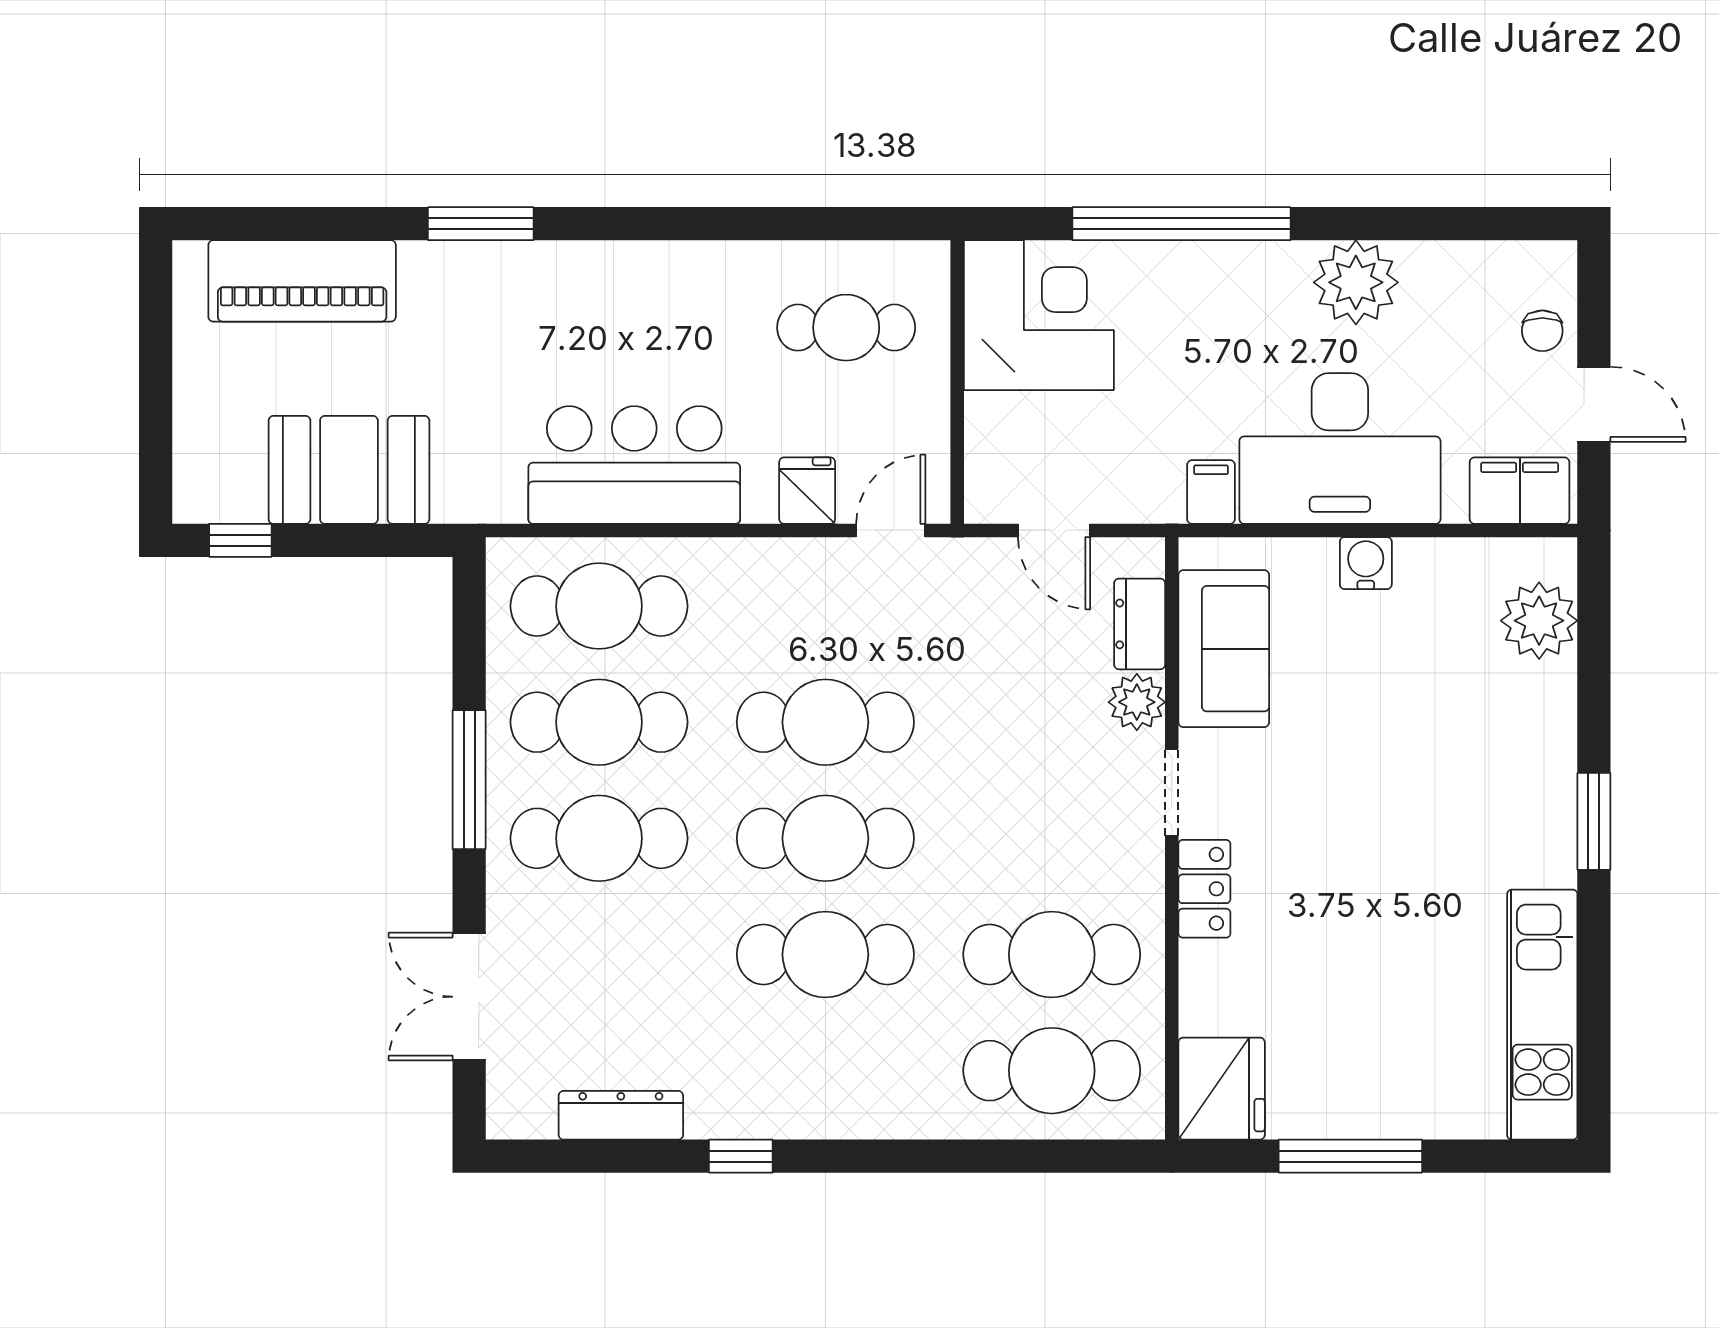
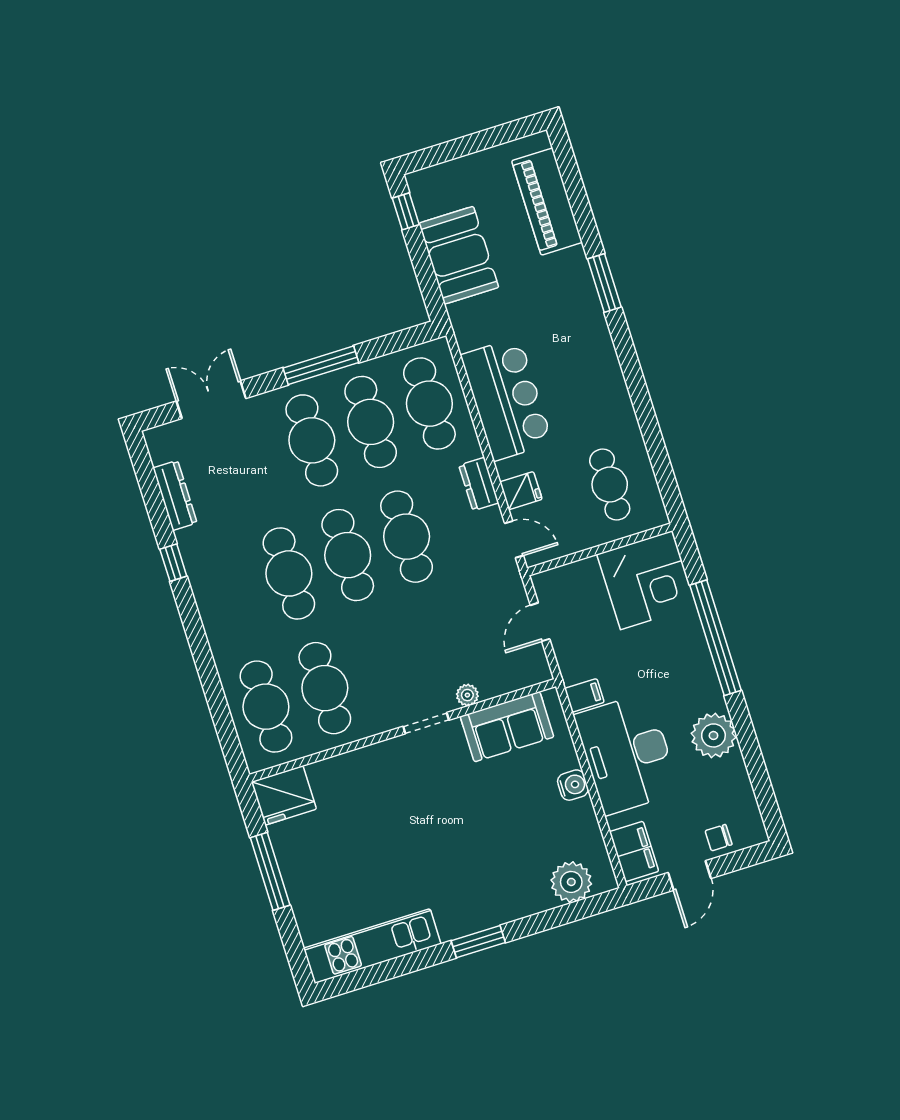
dresser: (1140, 624) -> (479, 484), moved, turned -90
plant: (1137, 702) -> (467, 695), width x0.73, depth x0.73
locker: (1204, 889) -> (382, 755), removed

